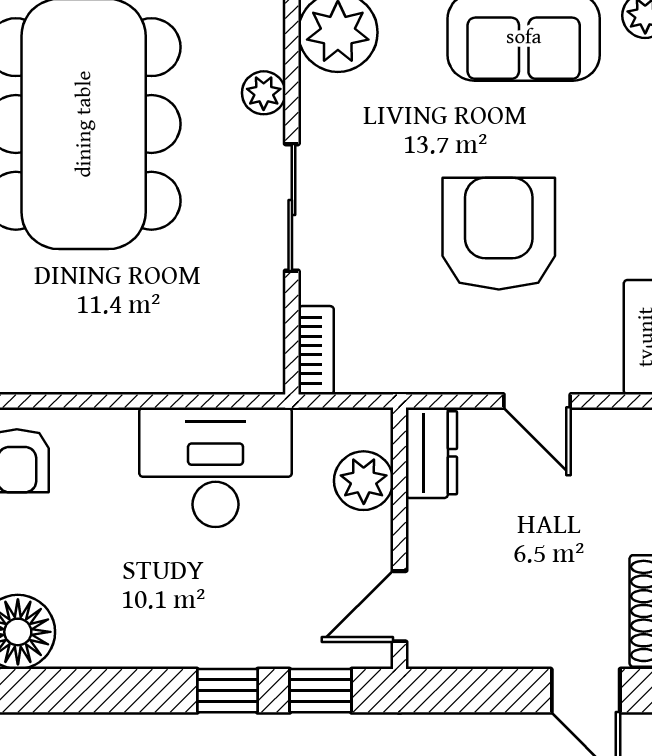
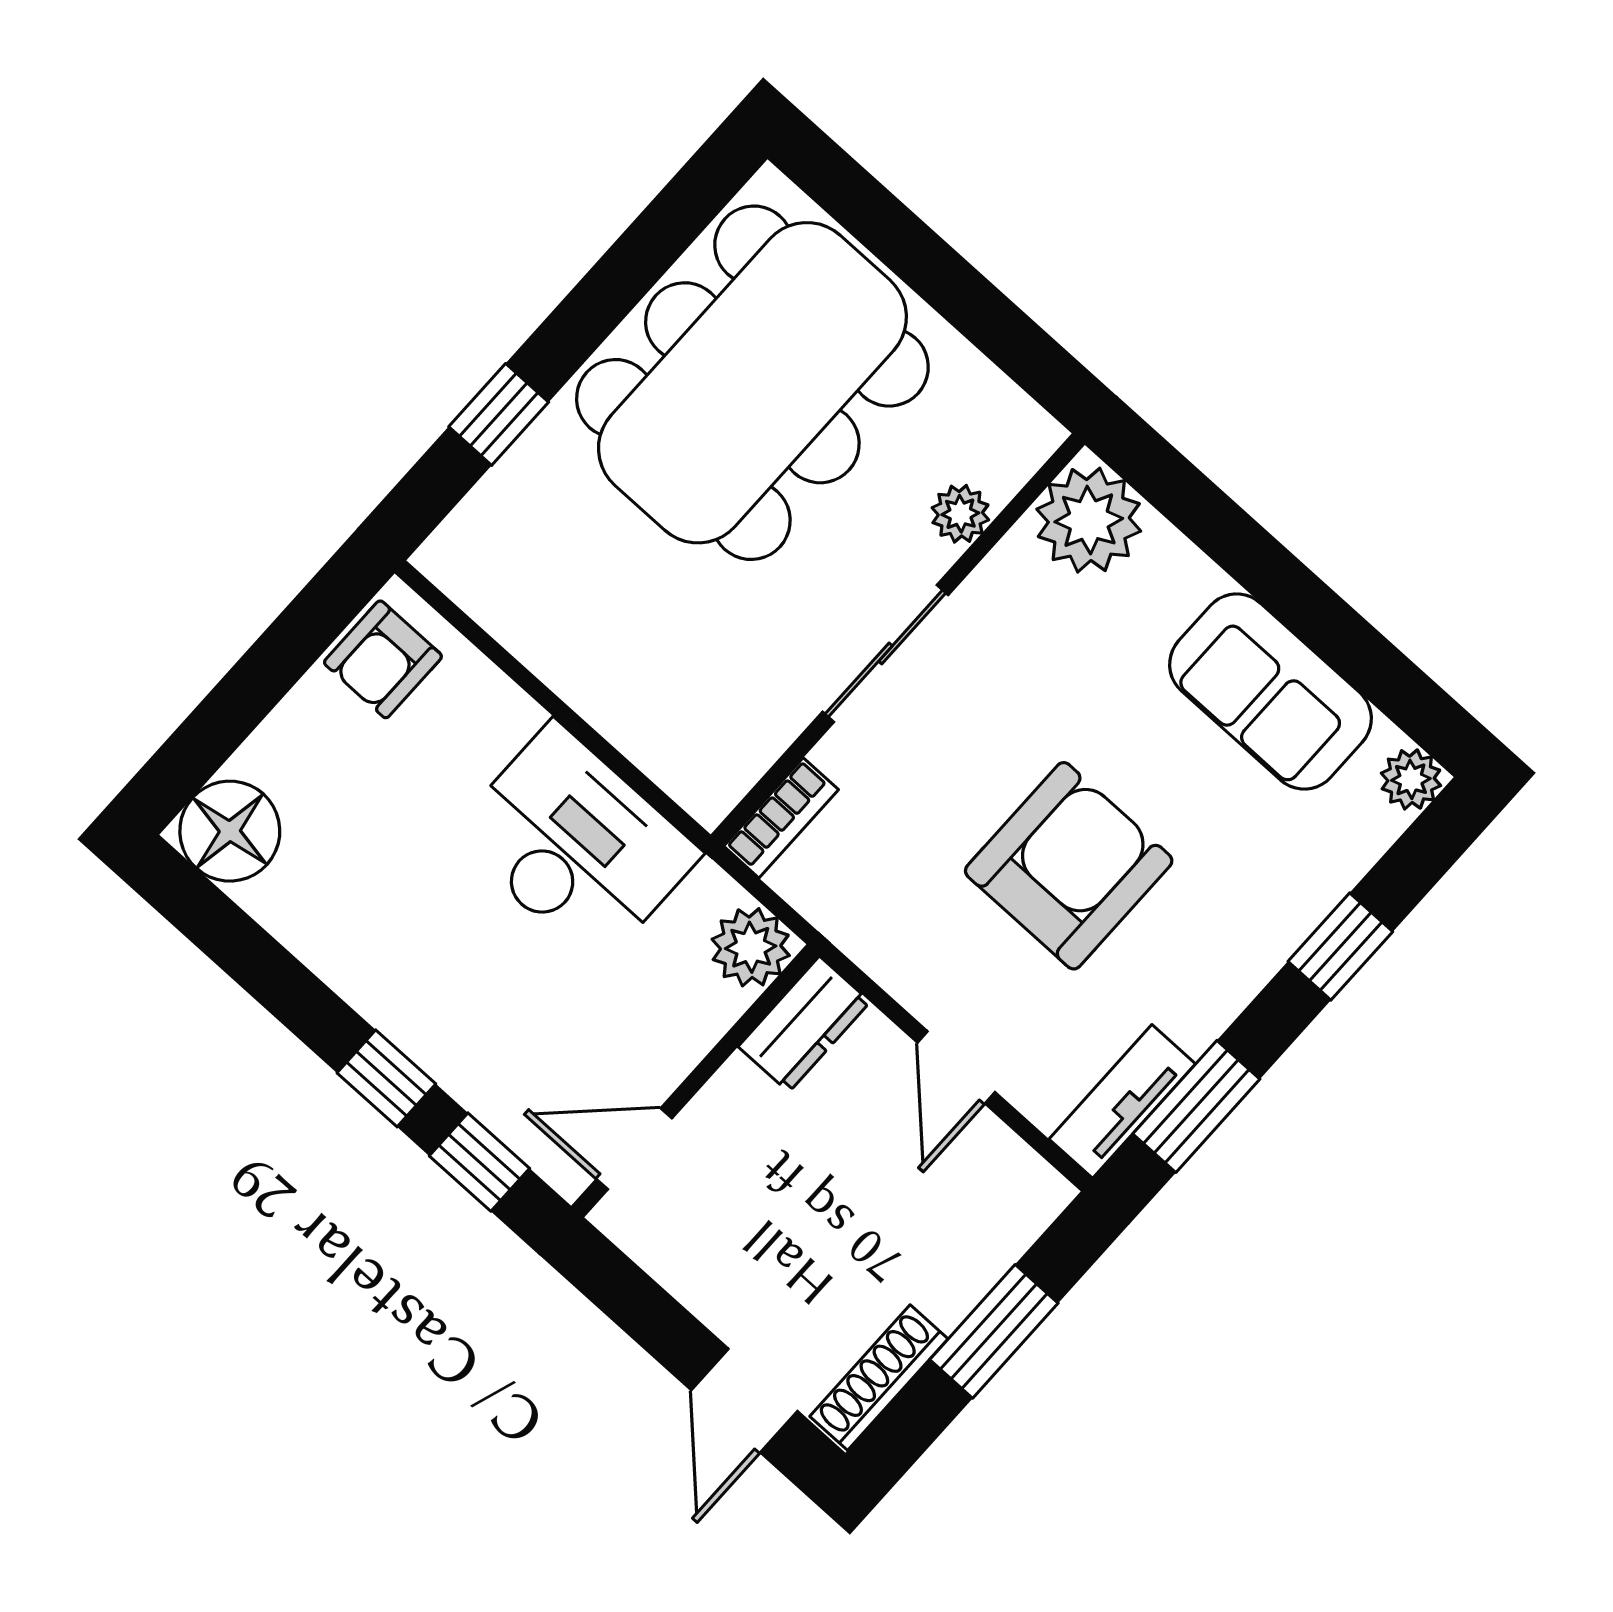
plant: (364, 481) -> (751, 947), moved

